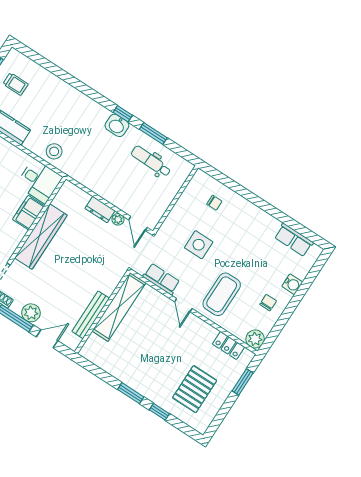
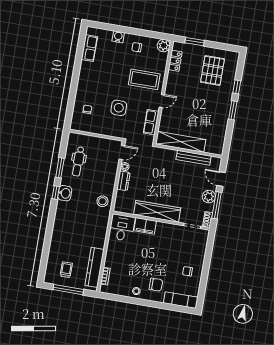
stool: (54, 151) -> (102, 201), moved
pallet: (195, 389) -> (212, 70), turned 90

